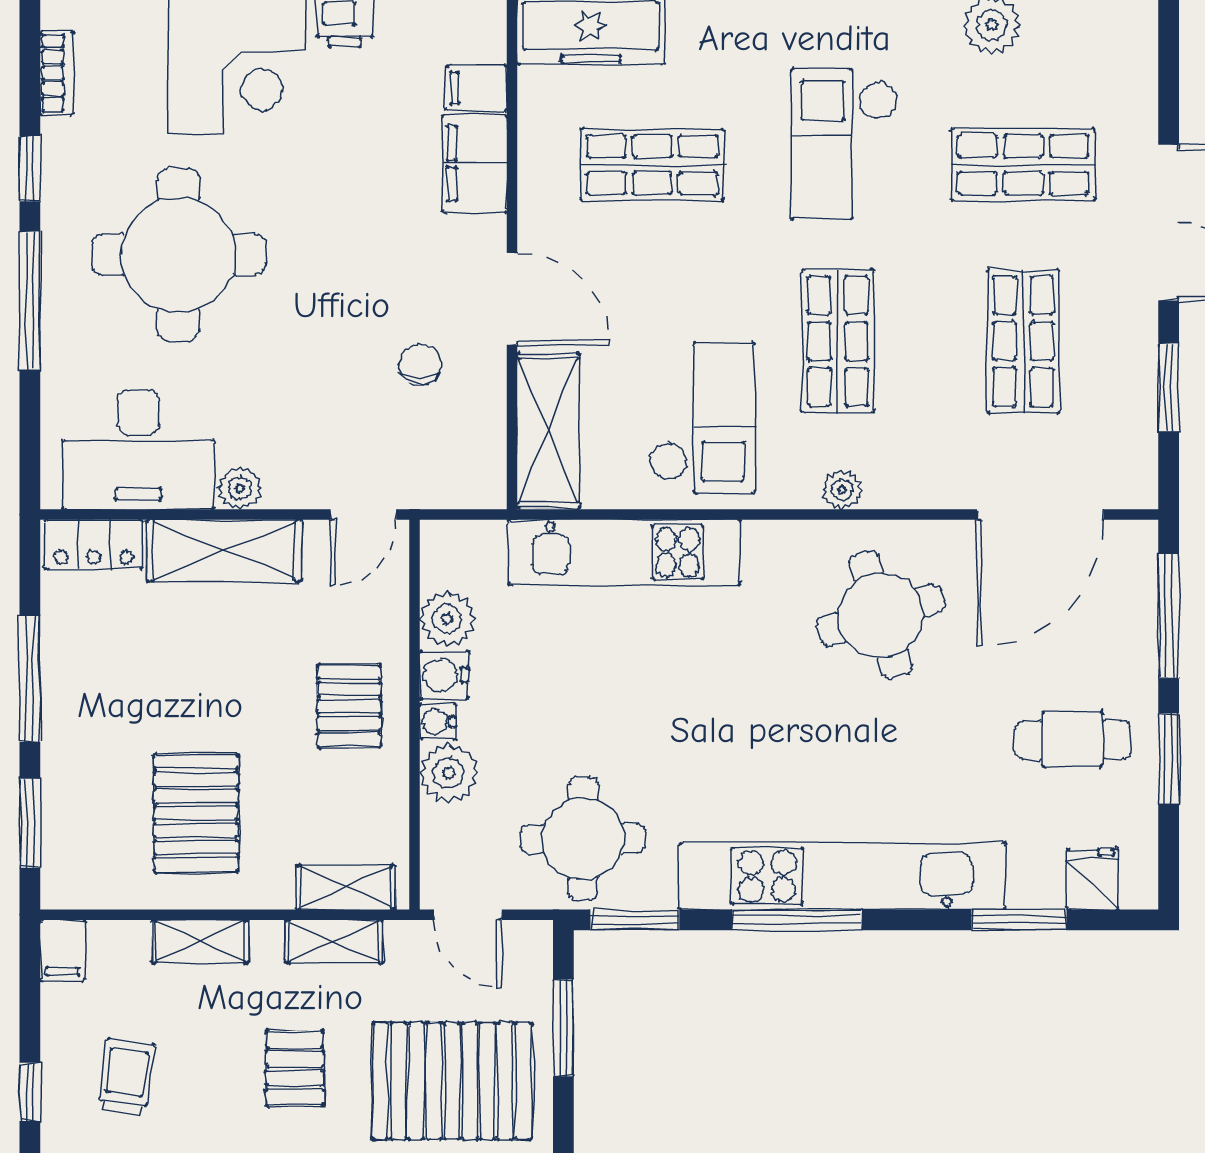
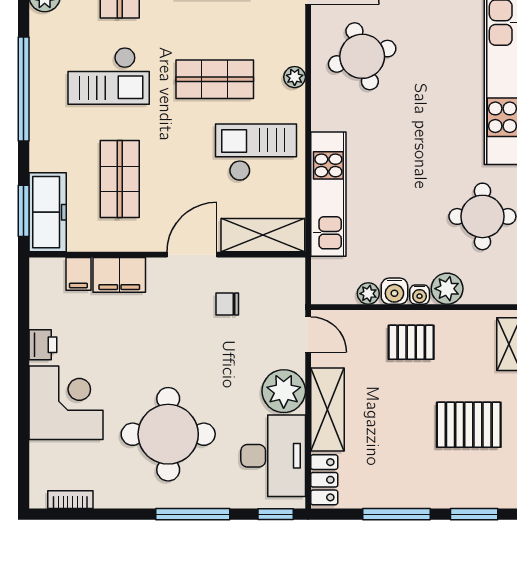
window: (30, 169) -> (276, 514), moved
plant: (240, 488) -> (284, 391), width x1.88, depth x1.88
plant: (447, 619) -> (368, 294), width x0.73, depth x0.73

